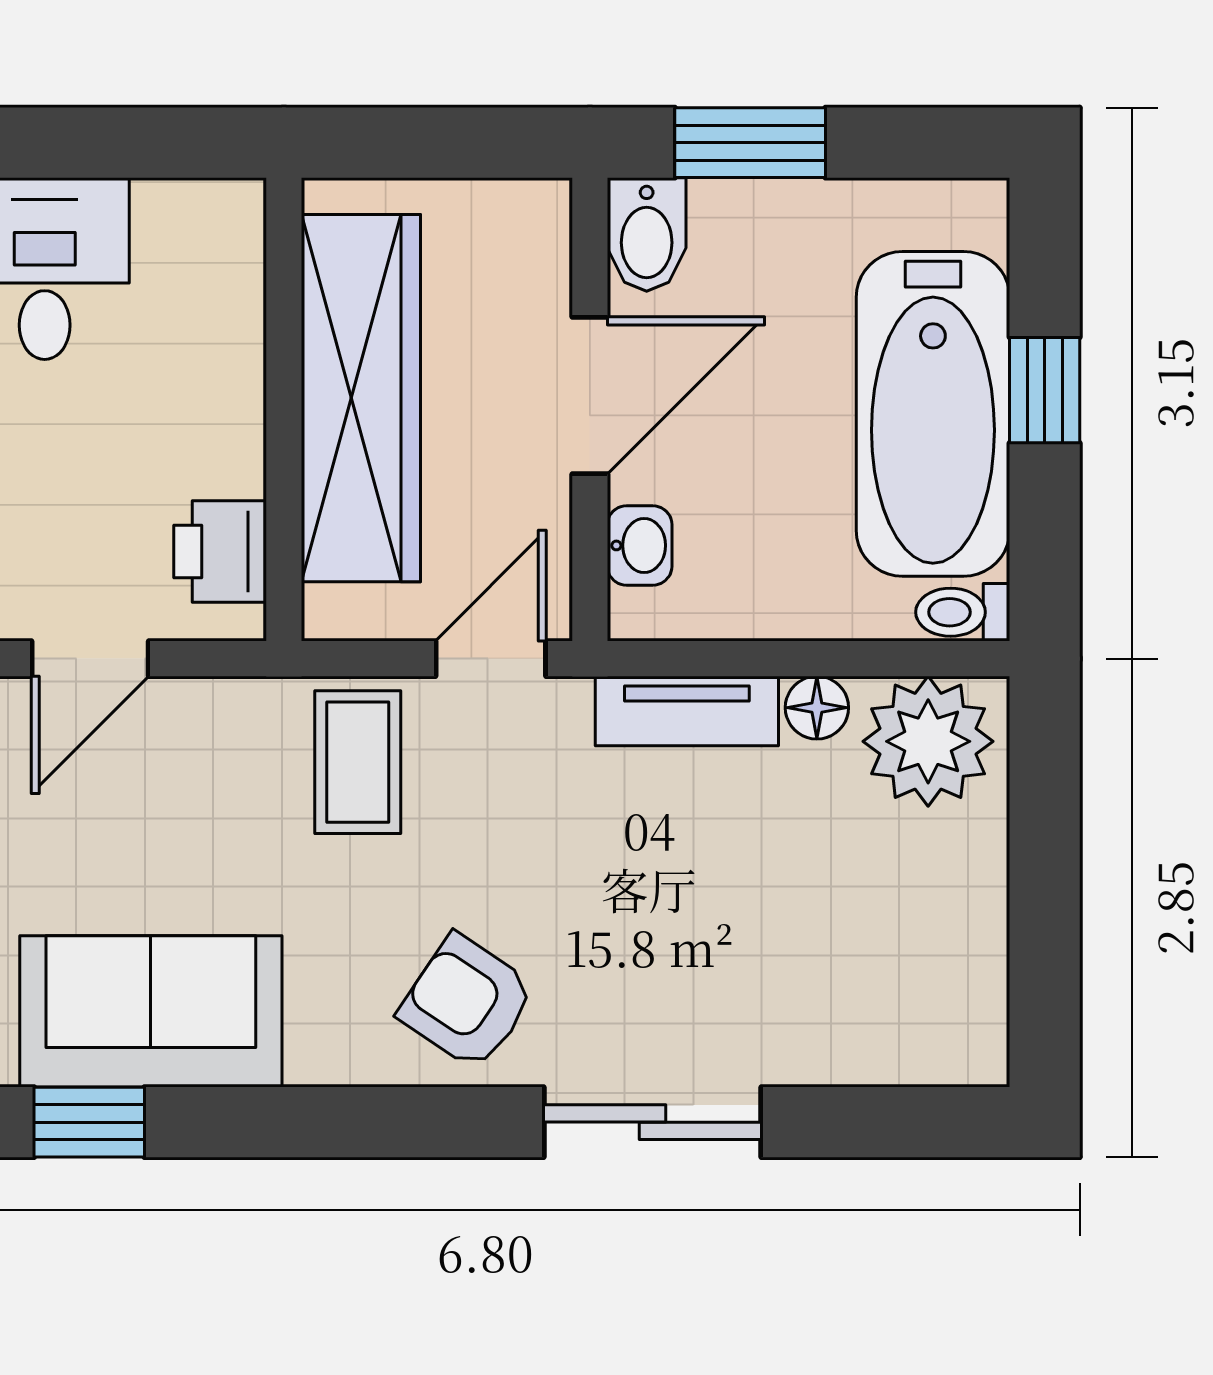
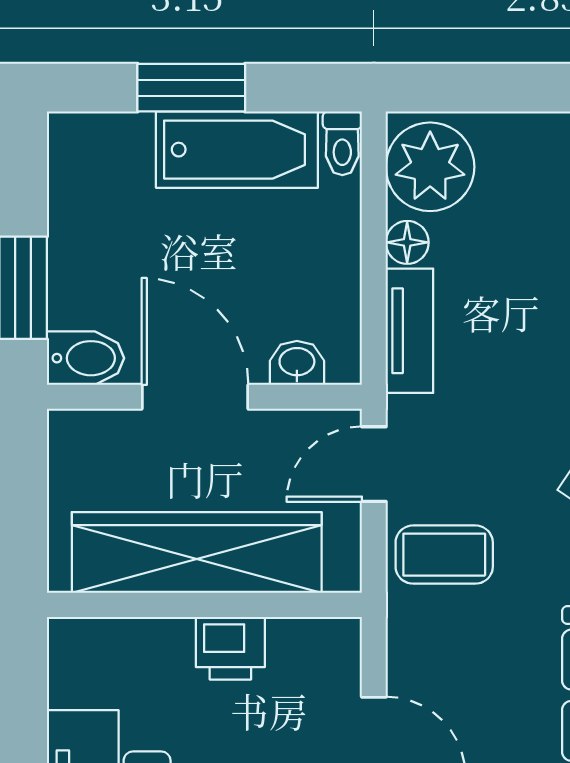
window: (1045, 390) -> (191, 88), width x1.50
bathtub: (933, 414) -> (237, 150), width x0.73, depth x0.73
printer: (220, 552) -> (230, 648), moved
door: (491, 659) -> (374, 464), hinge flipped

